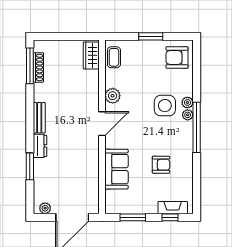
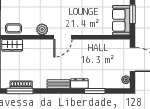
door: (102, 124) -> (63, 37), swing flipped
sofa: (116, 169) -> (121, 20), moved, turned -90

